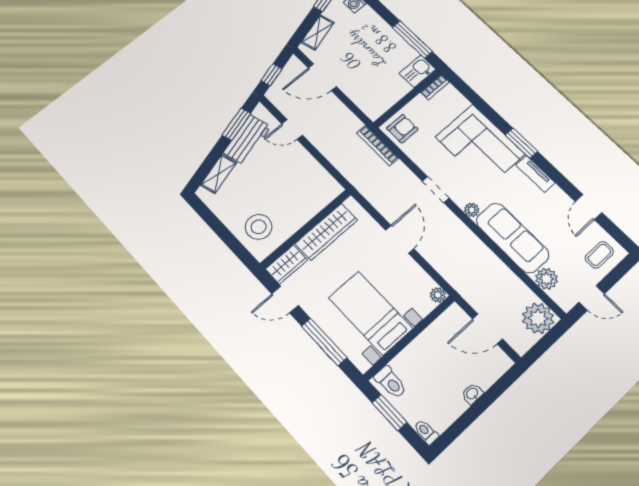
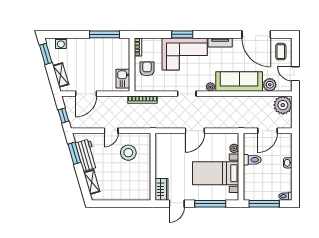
kitchen sink: (418, 71) -> (123, 79), moved
door: (292, 129) -> (111, 131), moved
armchair: (402, 129) -> (147, 69), moved
window: (521, 143) -> (182, 34), moved
door: (589, 207) -> (256, 34), width x1.87
stool: (259, 227) -> (128, 153), moved
wardrobe: (326, 232) -> (162, 159), removed
door: (400, 239) -> (195, 131), swing flipped
plant: (438, 295) -> (234, 148), moved
door: (592, 298) -> (295, 74), swing flipped
toilet: (391, 382) -> (252, 160), moved
window: (389, 413) -> (264, 204), width x1.44

